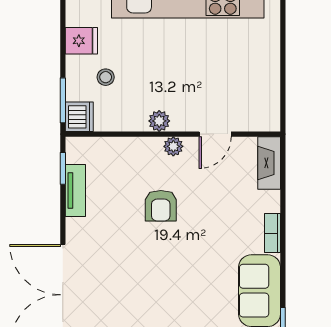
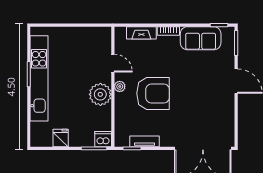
stool: (106, 77) -> (81, 124), removed
plant: (159, 121) -> (100, 94), width x1.87, depth x1.87
fireplace: (269, 163) -> (141, 33), moved
armchair: (161, 206) -> (153, 93), width x1.88, depth x1.88

